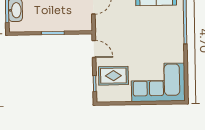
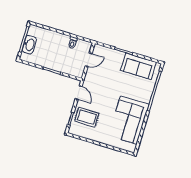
corner sofa: (158, 82) -> (129, 120), moved, turned -90

